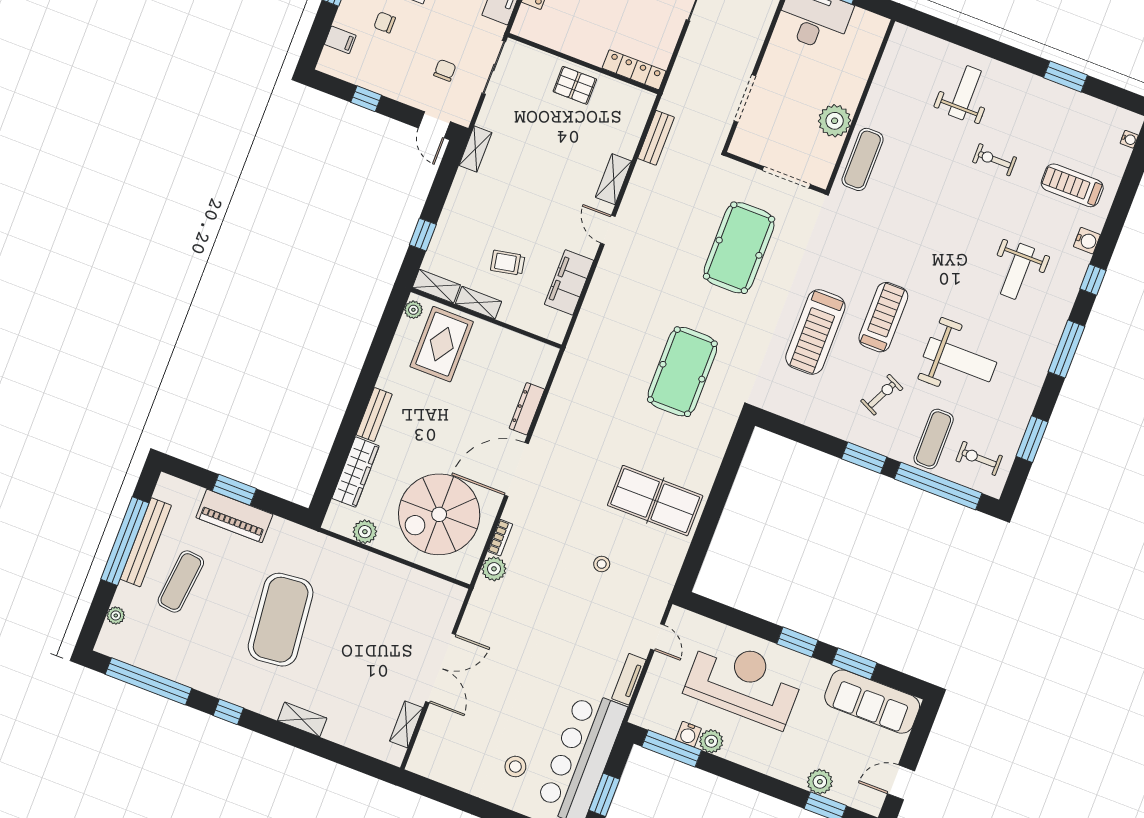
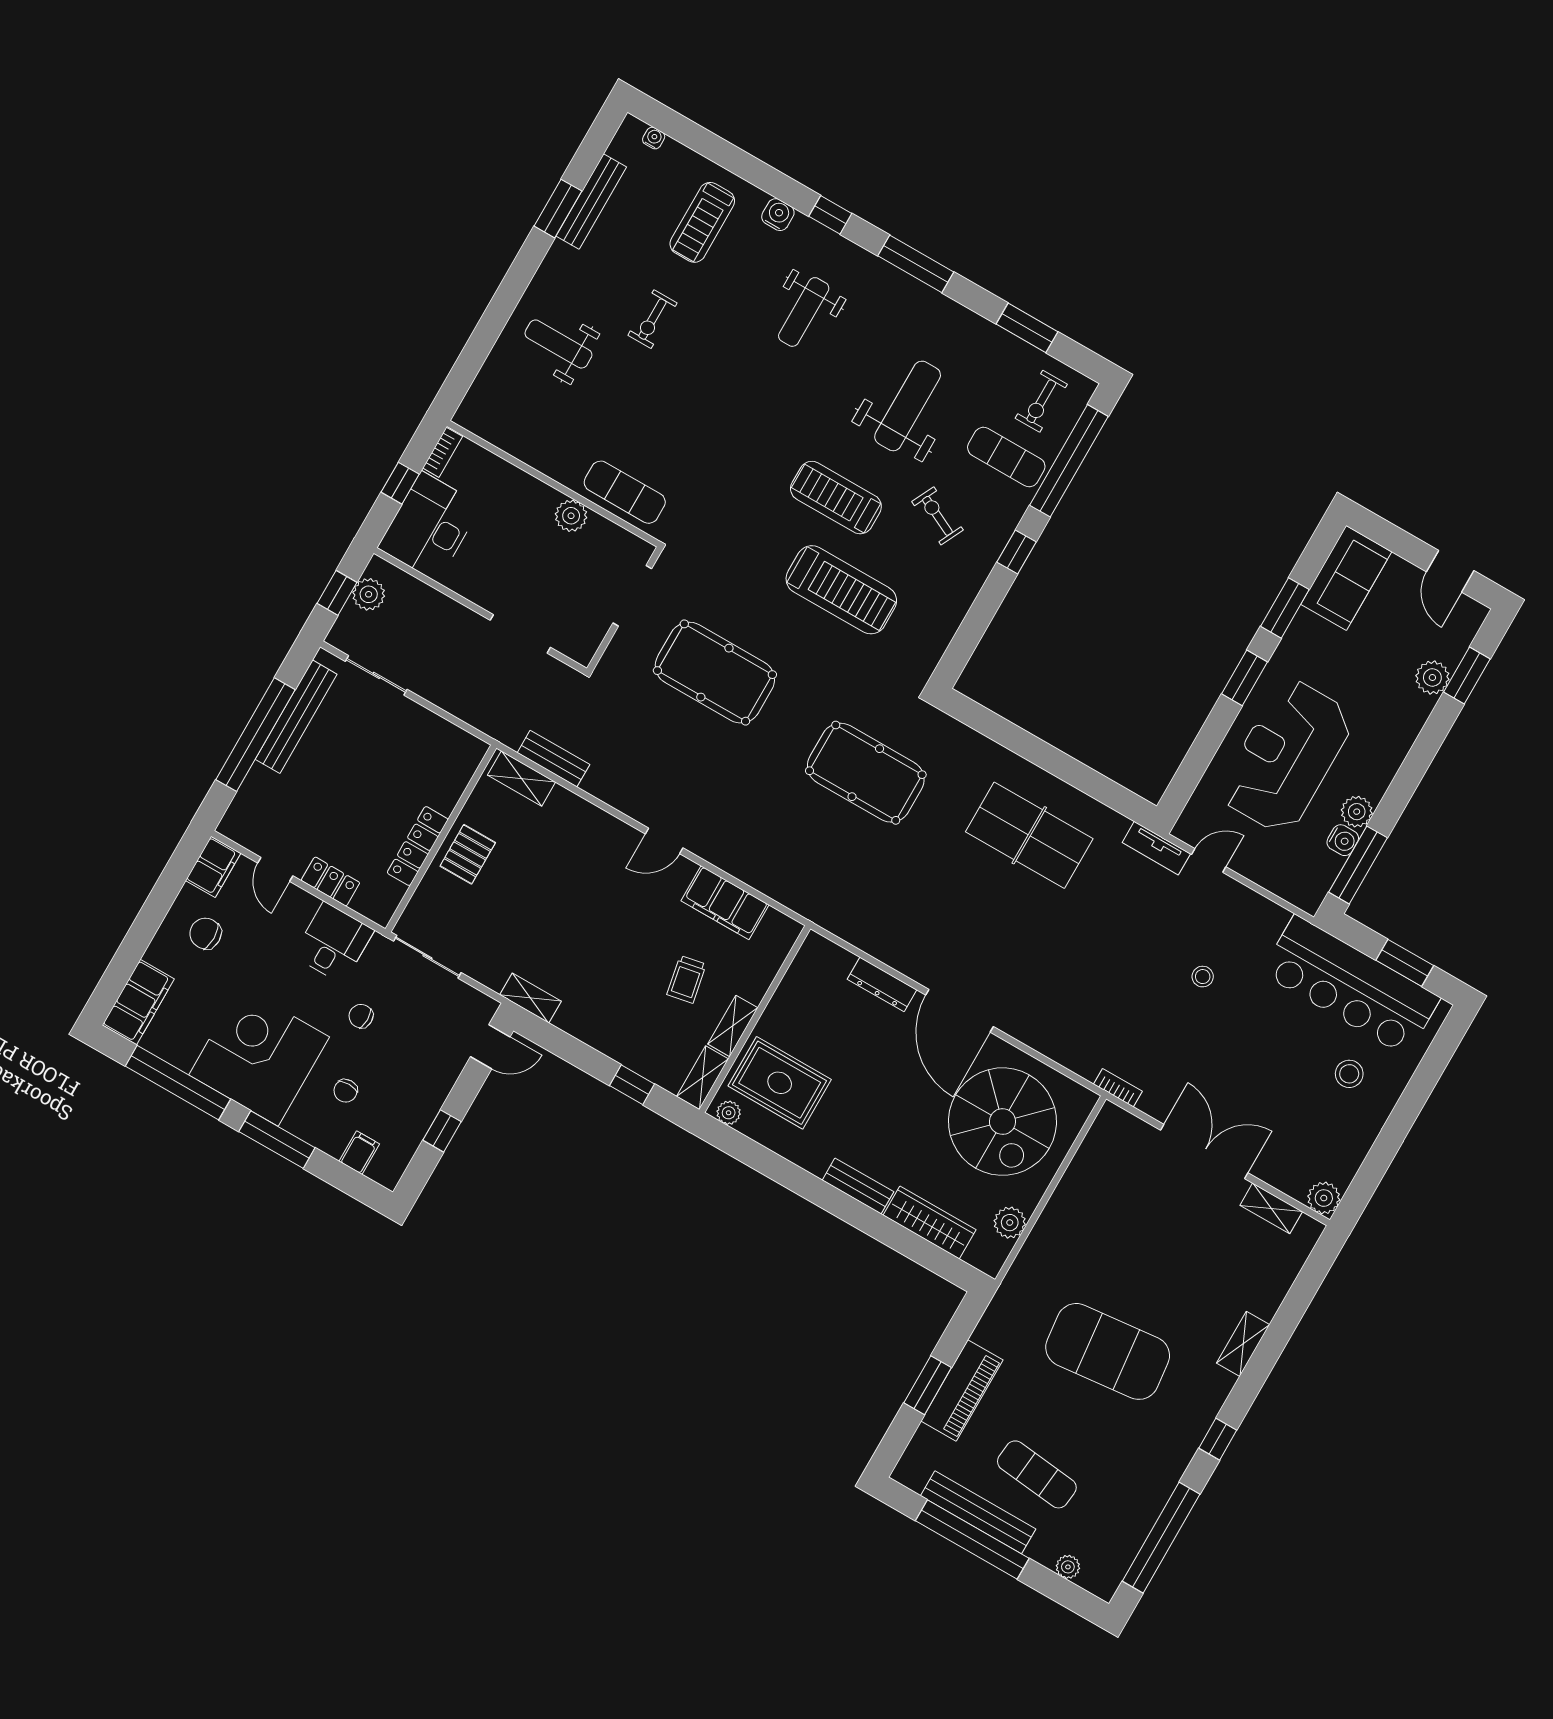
bookcase: (871, 19) -> (443, 452), added
chair: (445, 70) -> (361, 1016), moved
locker: (634, 70) -> (418, 846), moved
bench: (1075, 100) -> (591, 202), added
plant: (835, 121) -> (571, 516), width x0.73, depth x0.73
shelving: (614, 179) -> (521, 779), moved
weight bench: (1018, 271) -> (804, 312), turned 90
window: (864, 458) -> (1017, 552), width x0.67
table tennis table: (655, 501) -> (1029, 835), turned 90
bookcase: (500, 538) -> (1118, 1088), moved
stool: (602, 564) -> (1203, 977), moved
plant: (494, 569) -> (1324, 1198), moved
tv unit: (629, 679) -> (1156, 848), moved
sofa: (872, 702) -> (1346, 578), width x0.73

